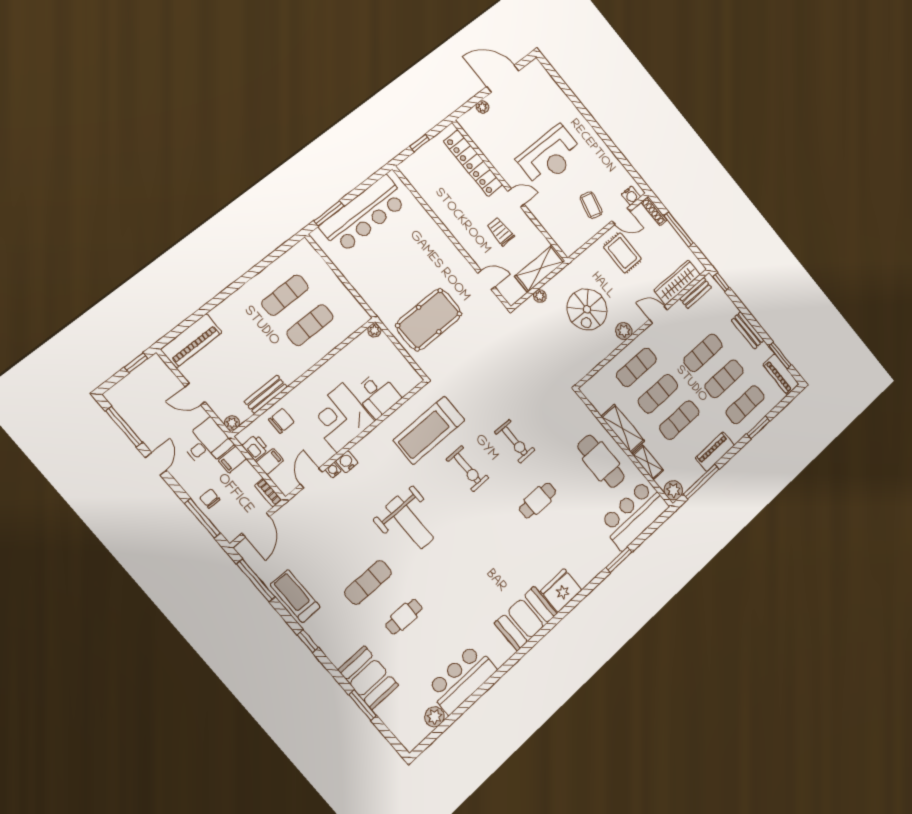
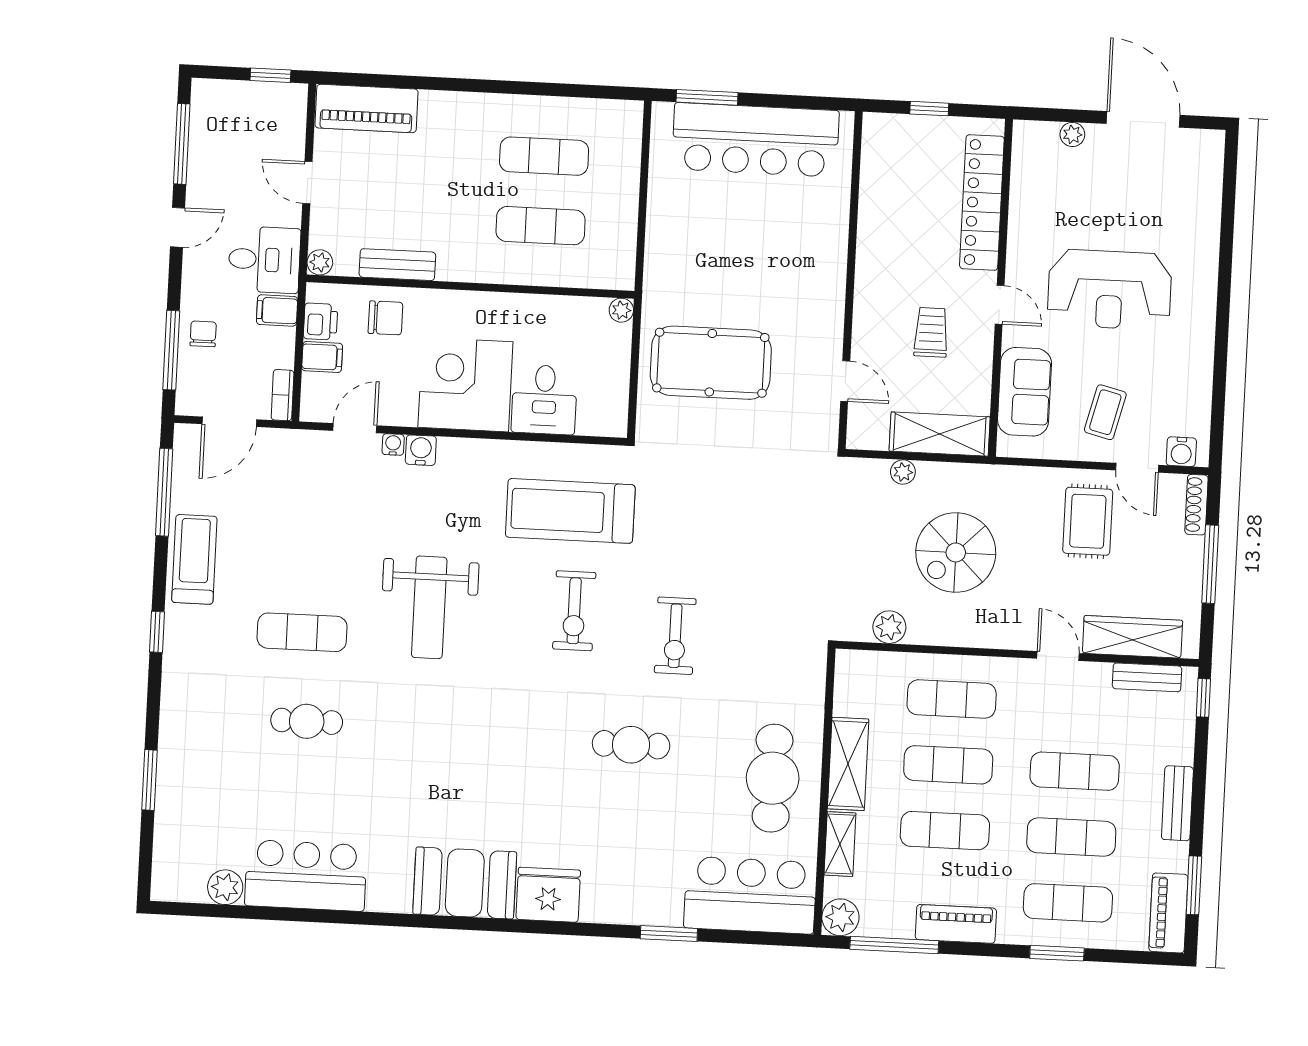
sofa: (555, 224) -> (1025, 392), added
plant: (624, 331) -> (889, 627), moved
booth: (368, 678) -> (189, 753), removed

